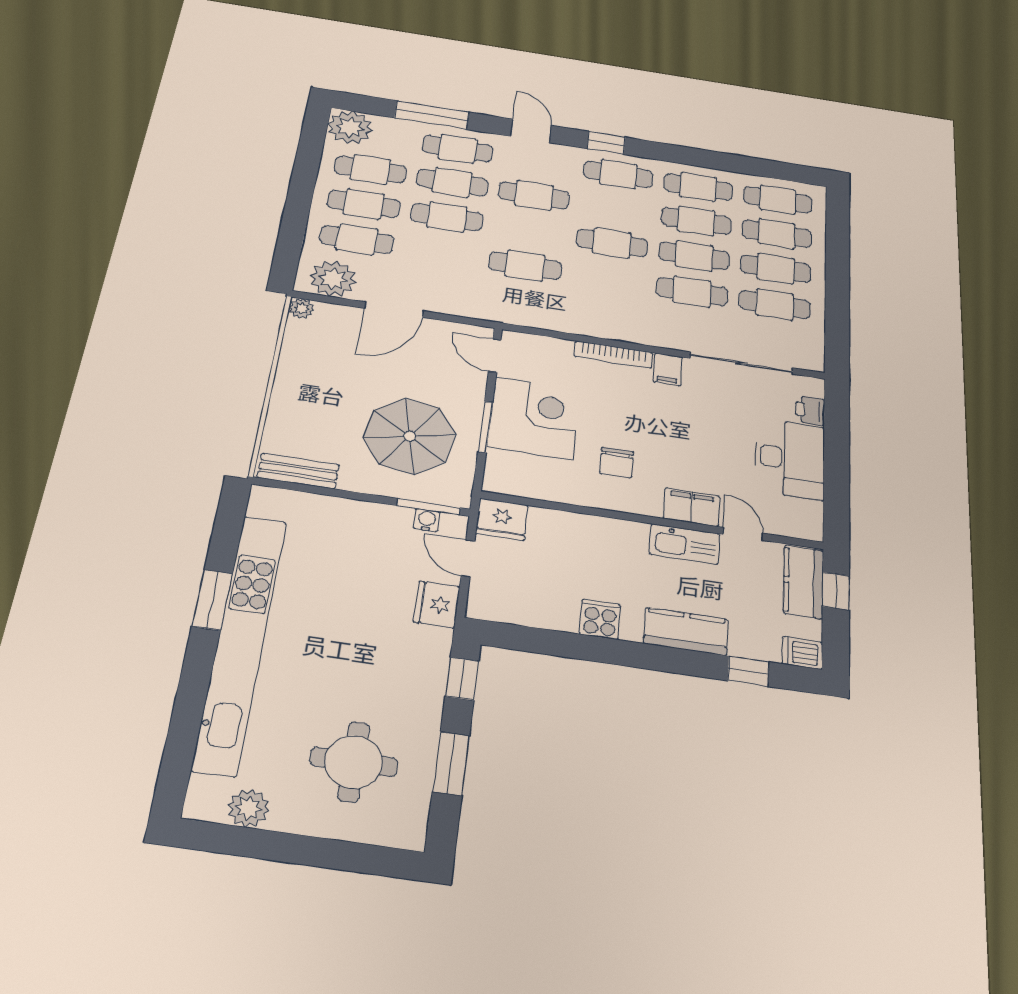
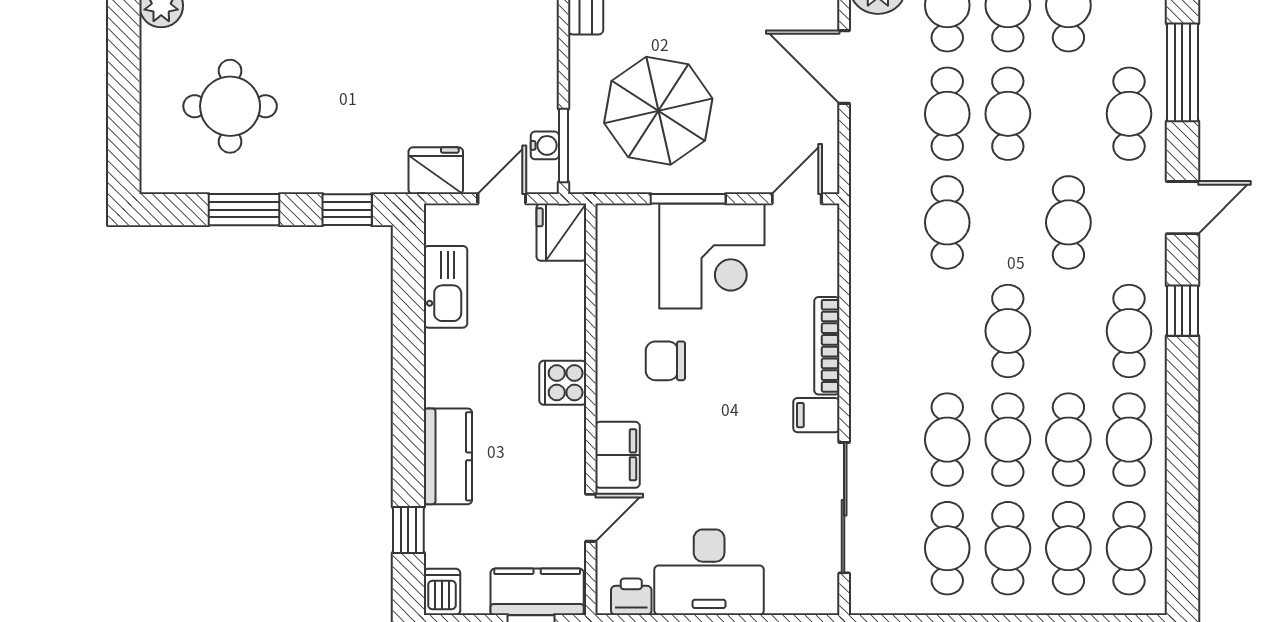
cafe table: (452, 182) -> (947, 114), moved
printer: (810, 410) -> (631, 597), moved
kitchen sink: (685, 544) -> (446, 287), moved, turned 180
cooker: (600, 619) -> (563, 383), moved, turned 180

